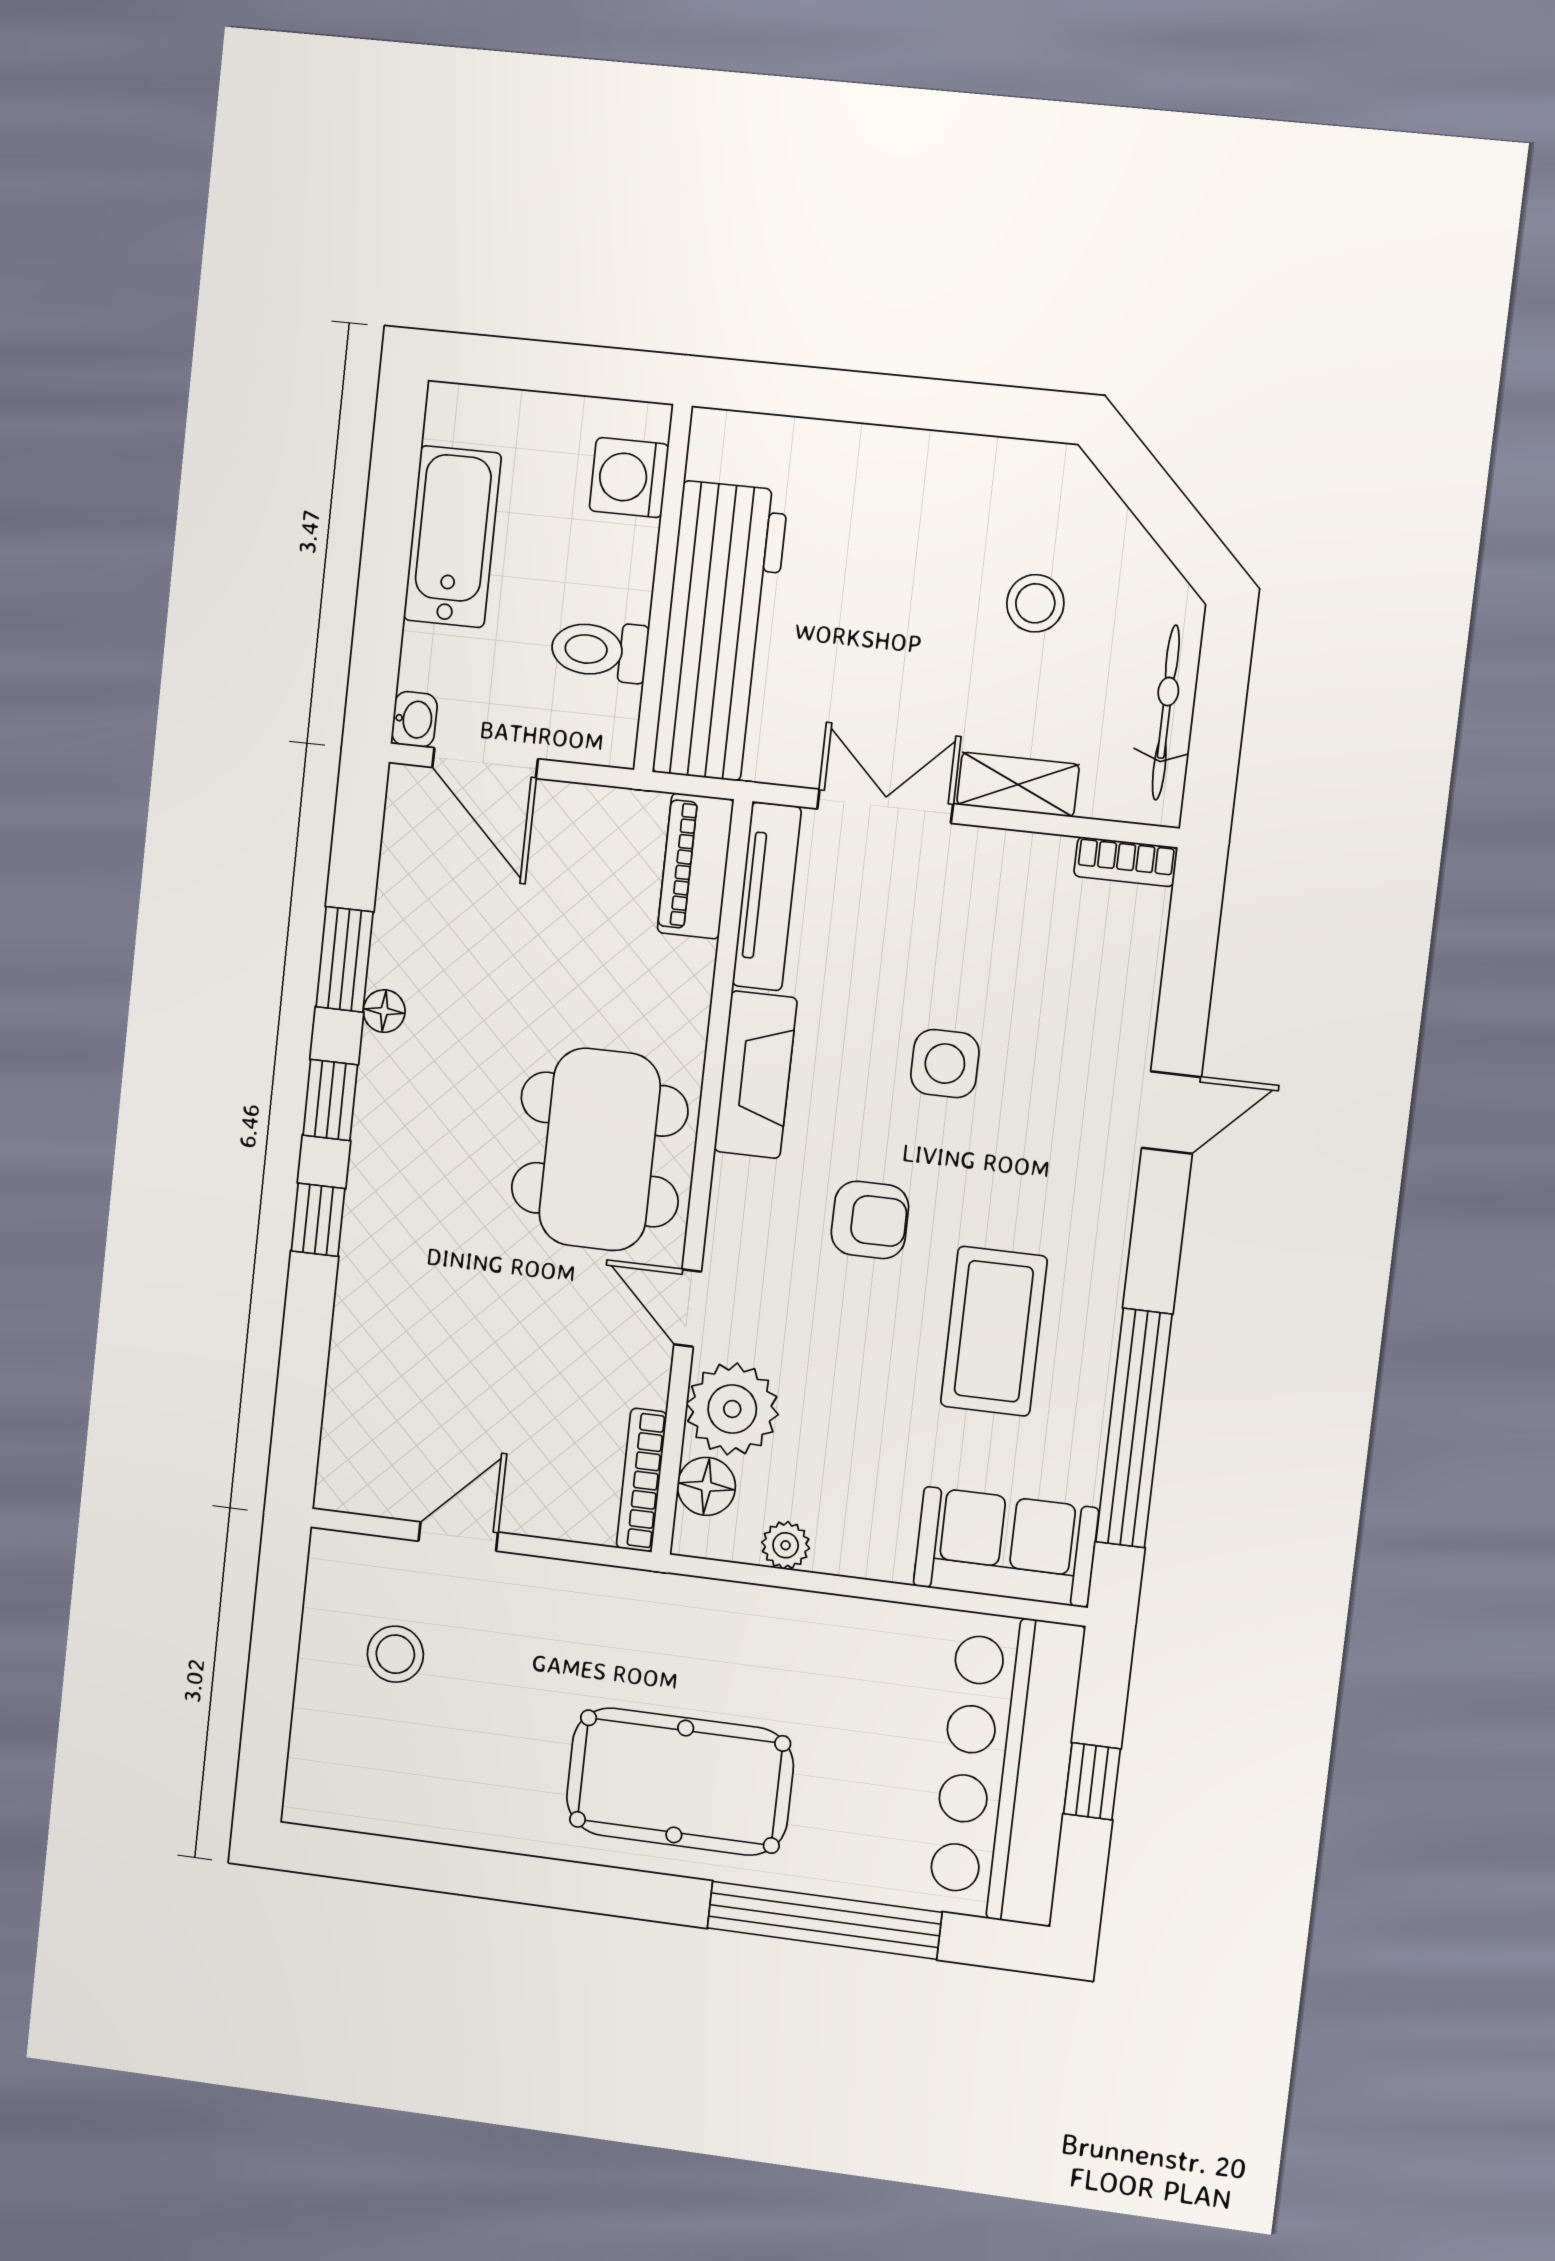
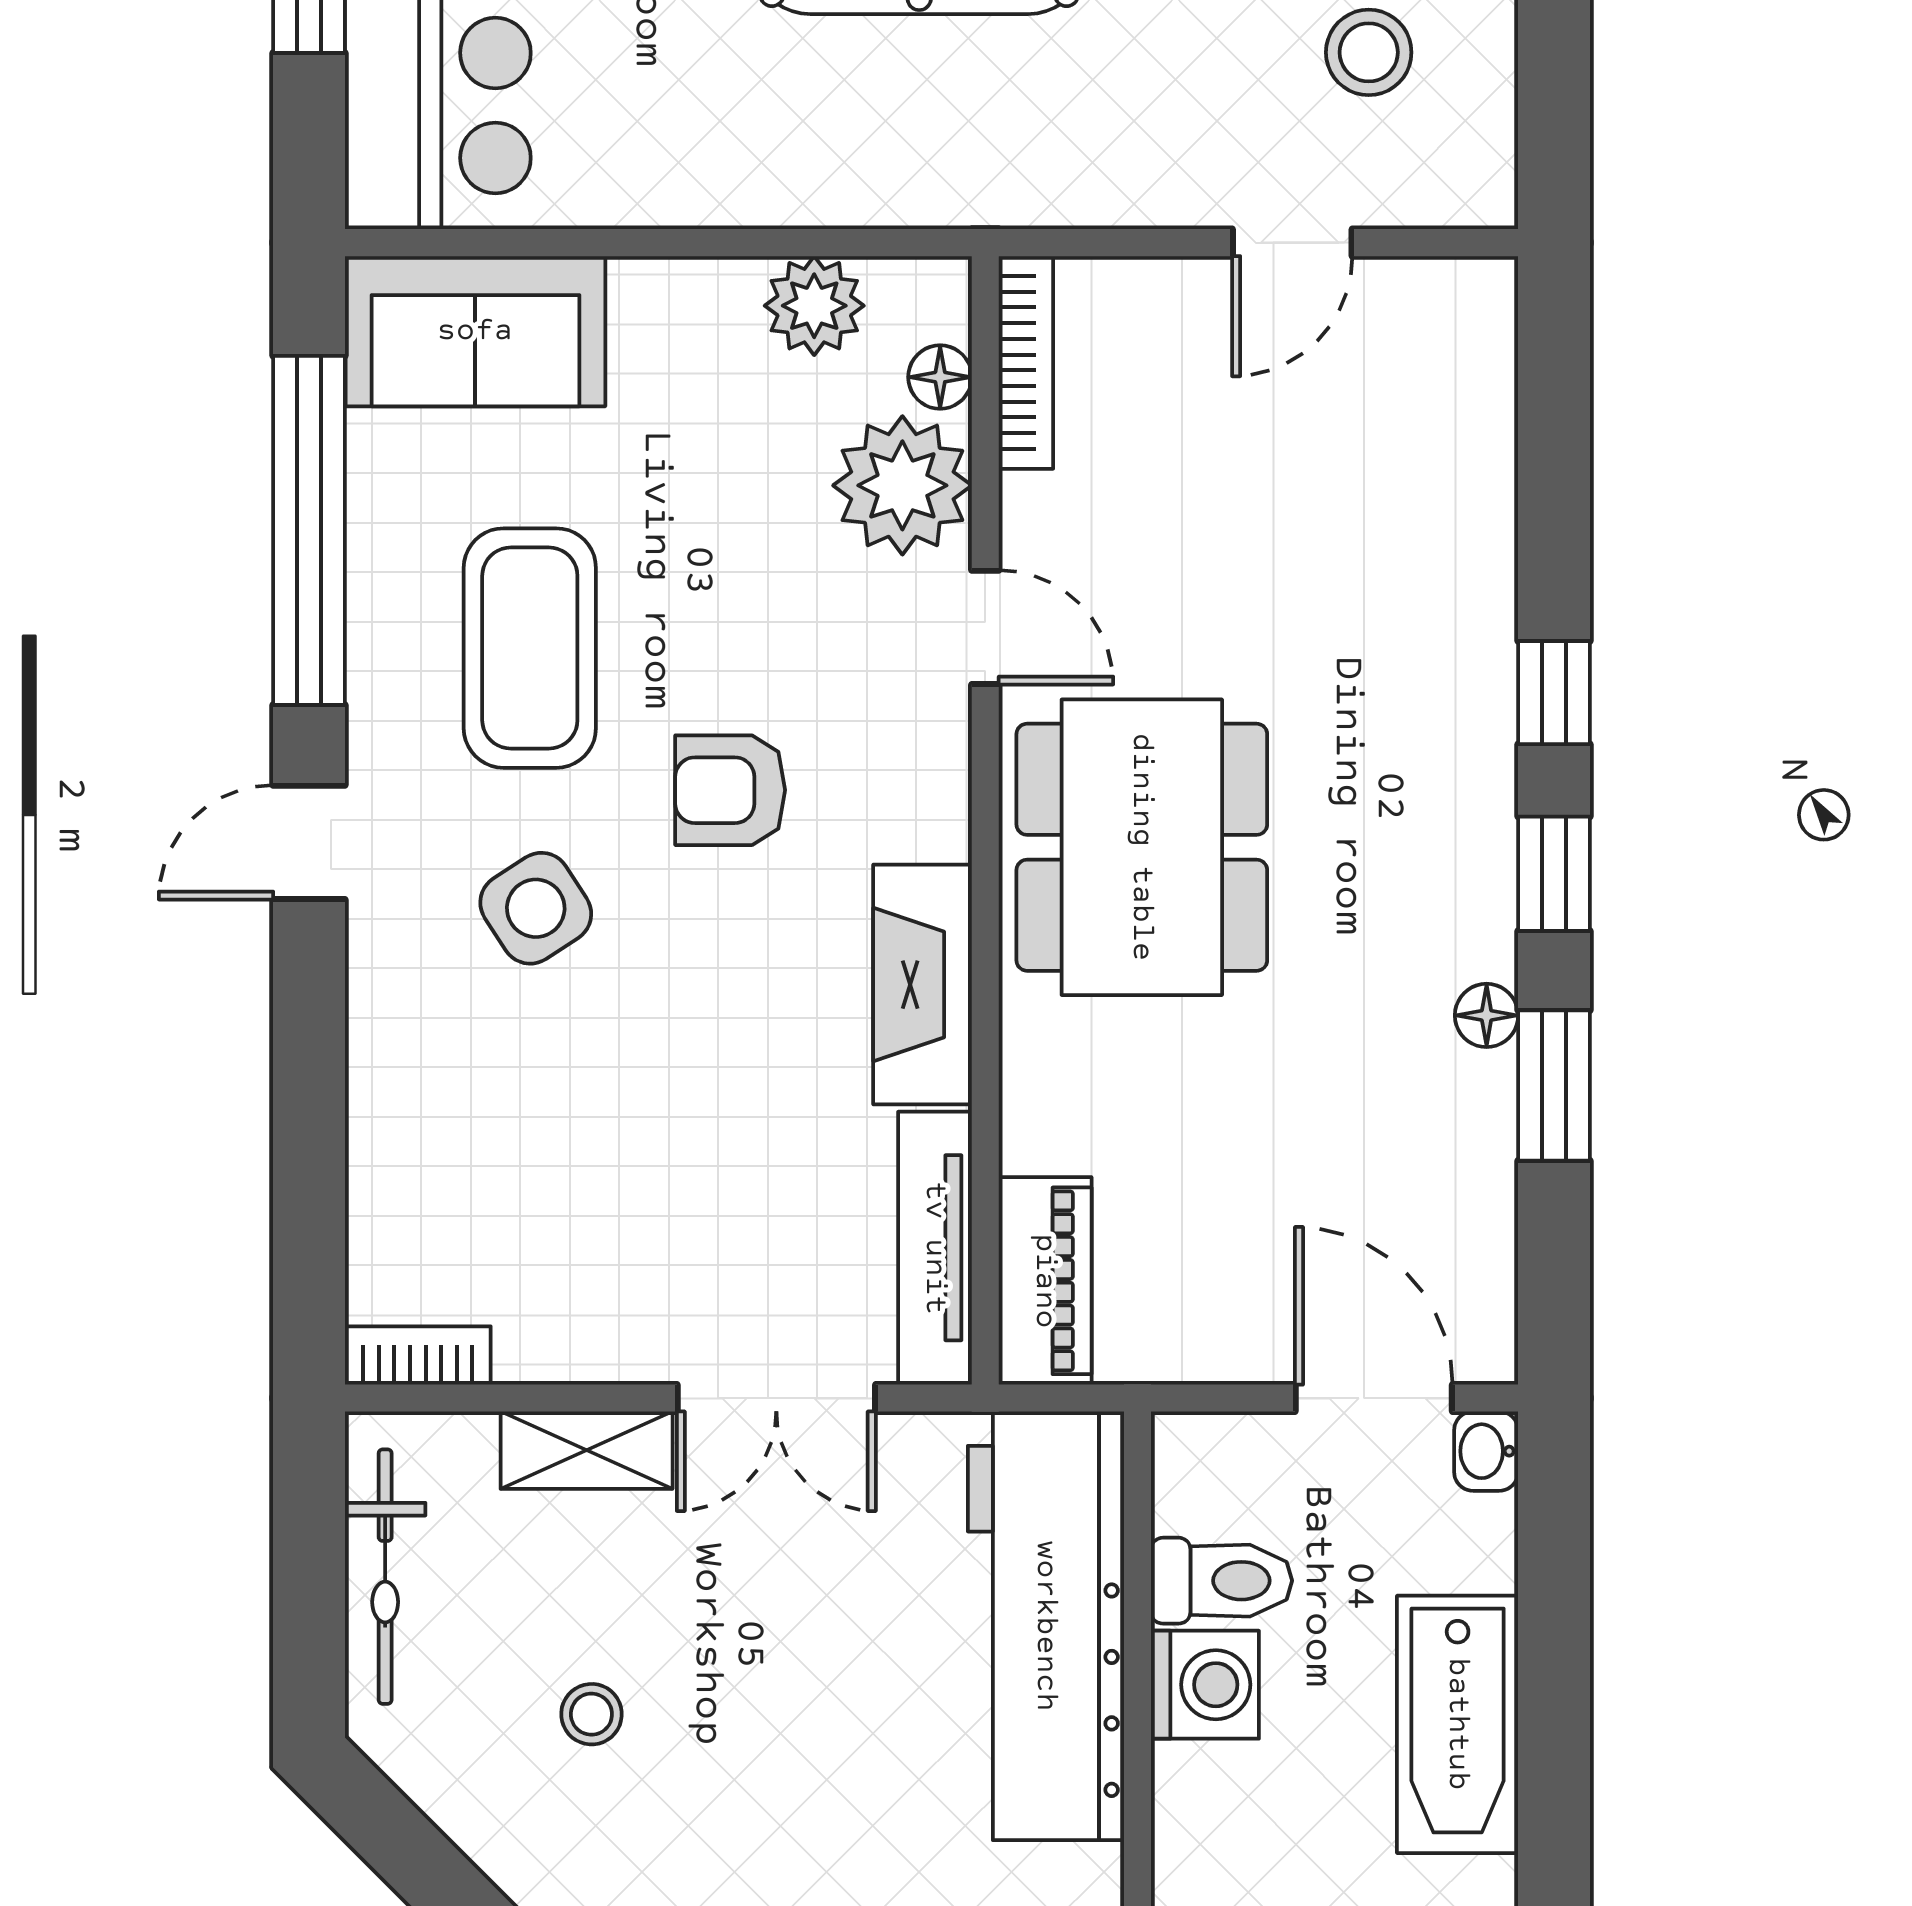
washing machine: (629, 478) -> (1205, 1685), moved
stool: (1035, 603) -> (591, 1714), width x0.73, depth x0.73
side table: (945, 1064) -> (536, 908), moved, turned -33
door: (1171, 1113) -> (309, 842), moved
floor lamp: (706, 1486) -> (940, 377), width x0.73, depth x0.73
plant: (786, 1545) -> (814, 306), width x1.38, depth x1.38

